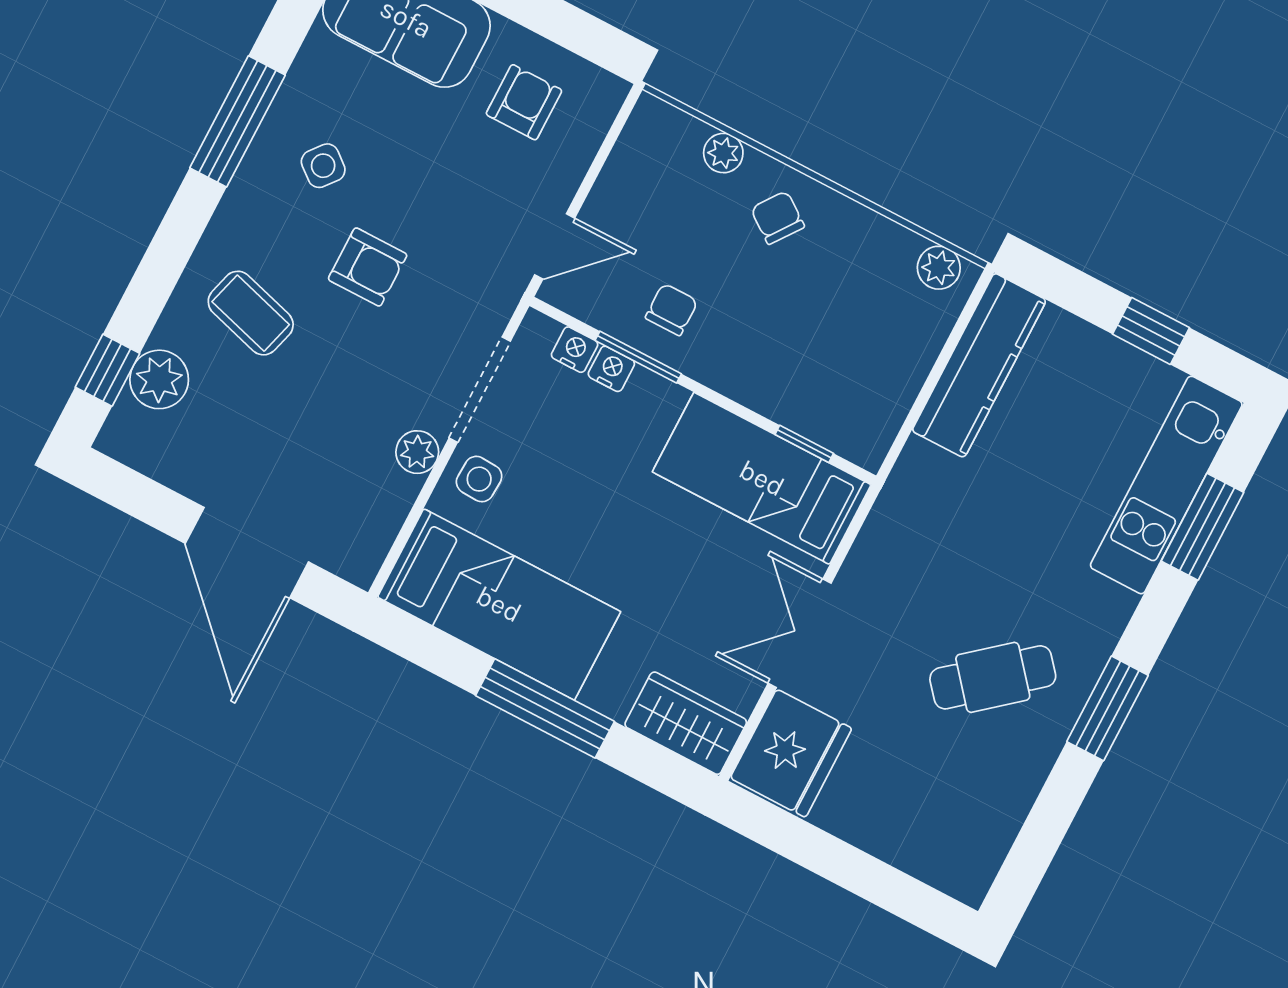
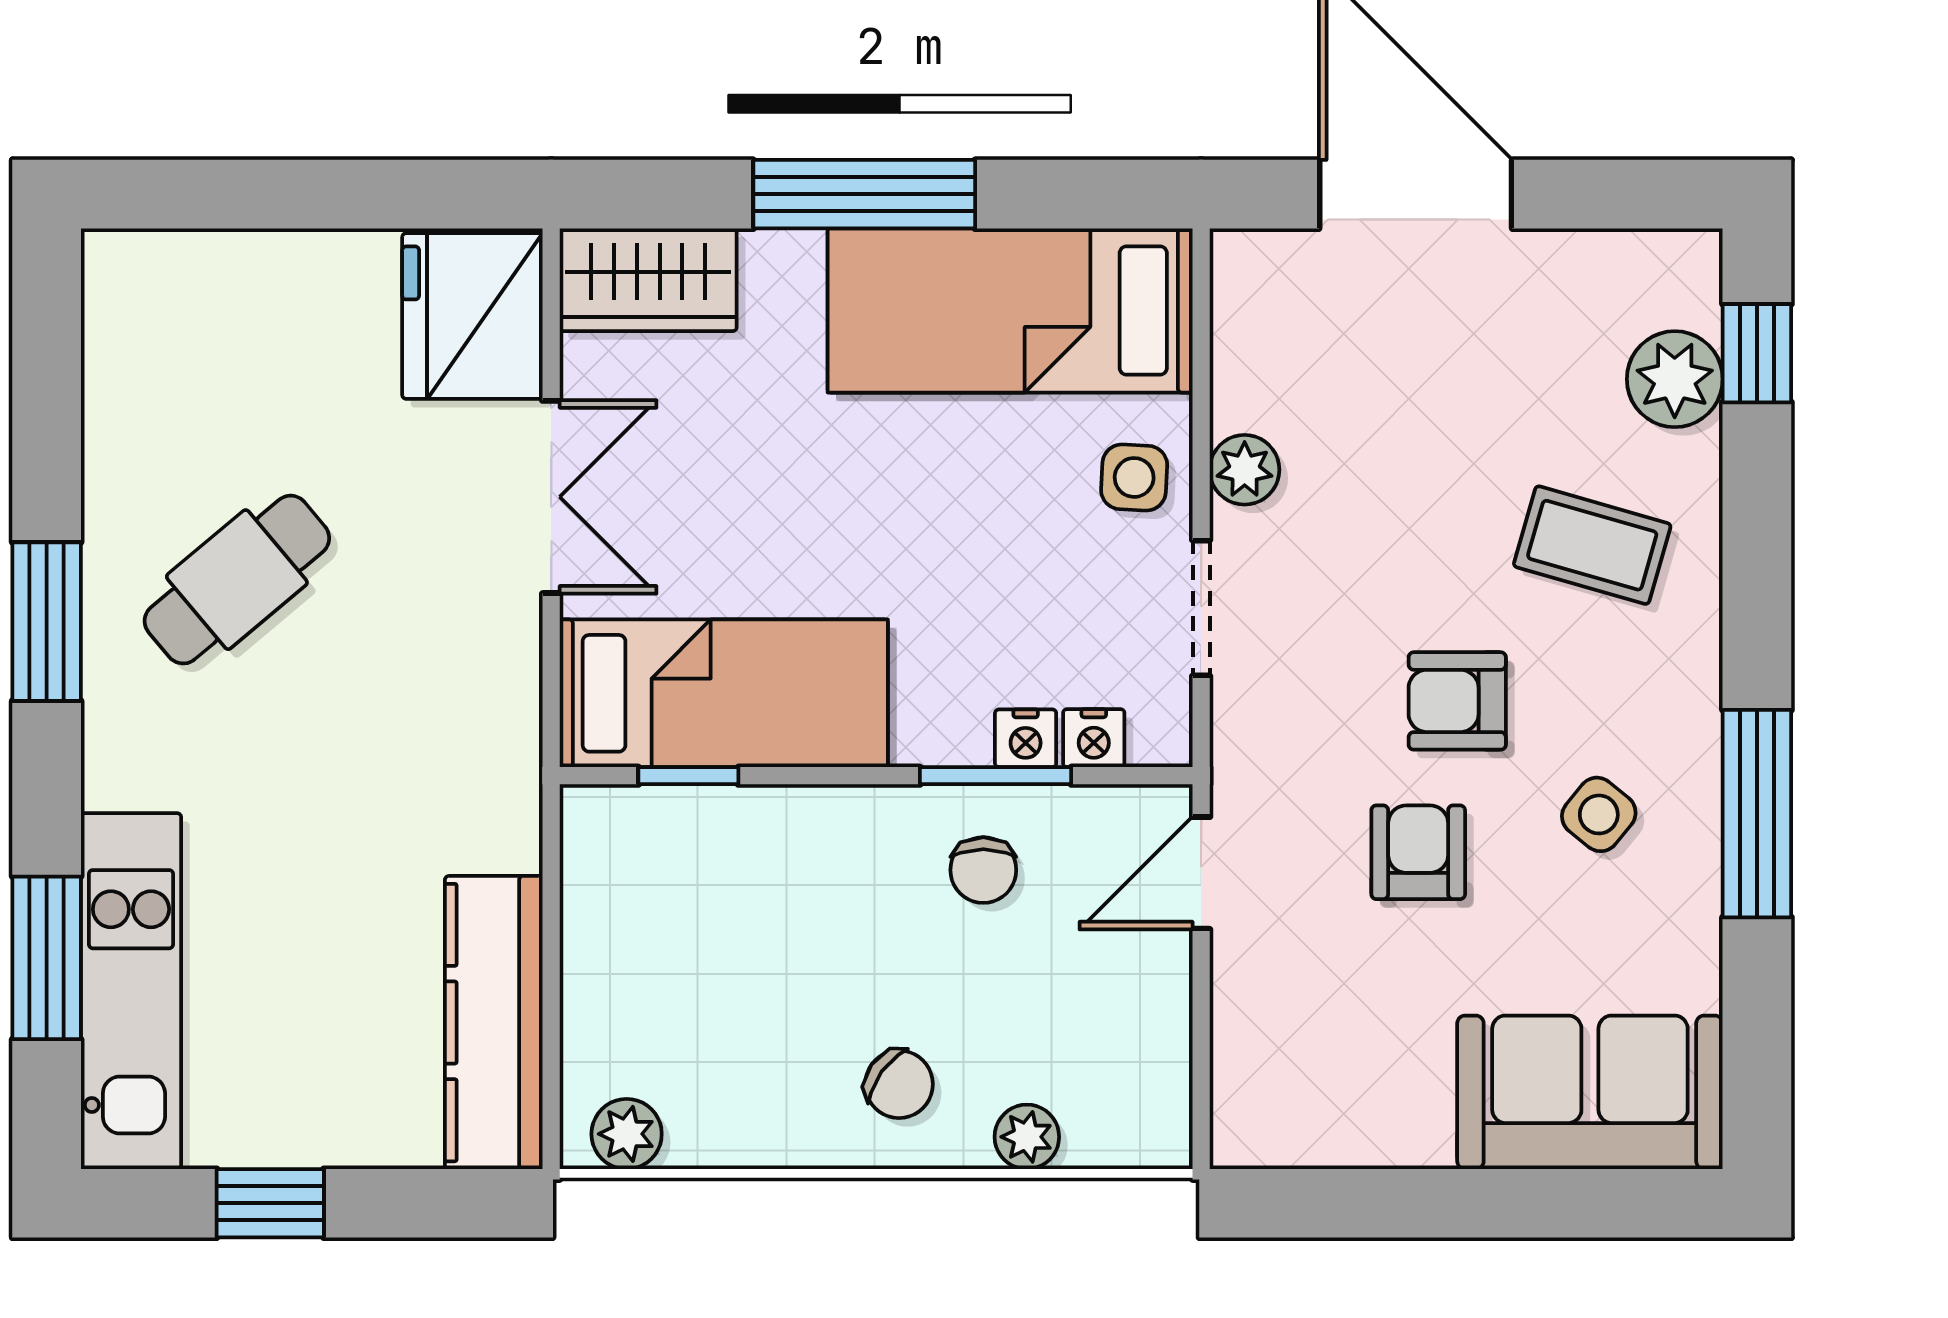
armchair: (524, 102) -> (1418, 852), moved, turned 180
doorway: (480, 390) -> (1201, 608), width x0.73

